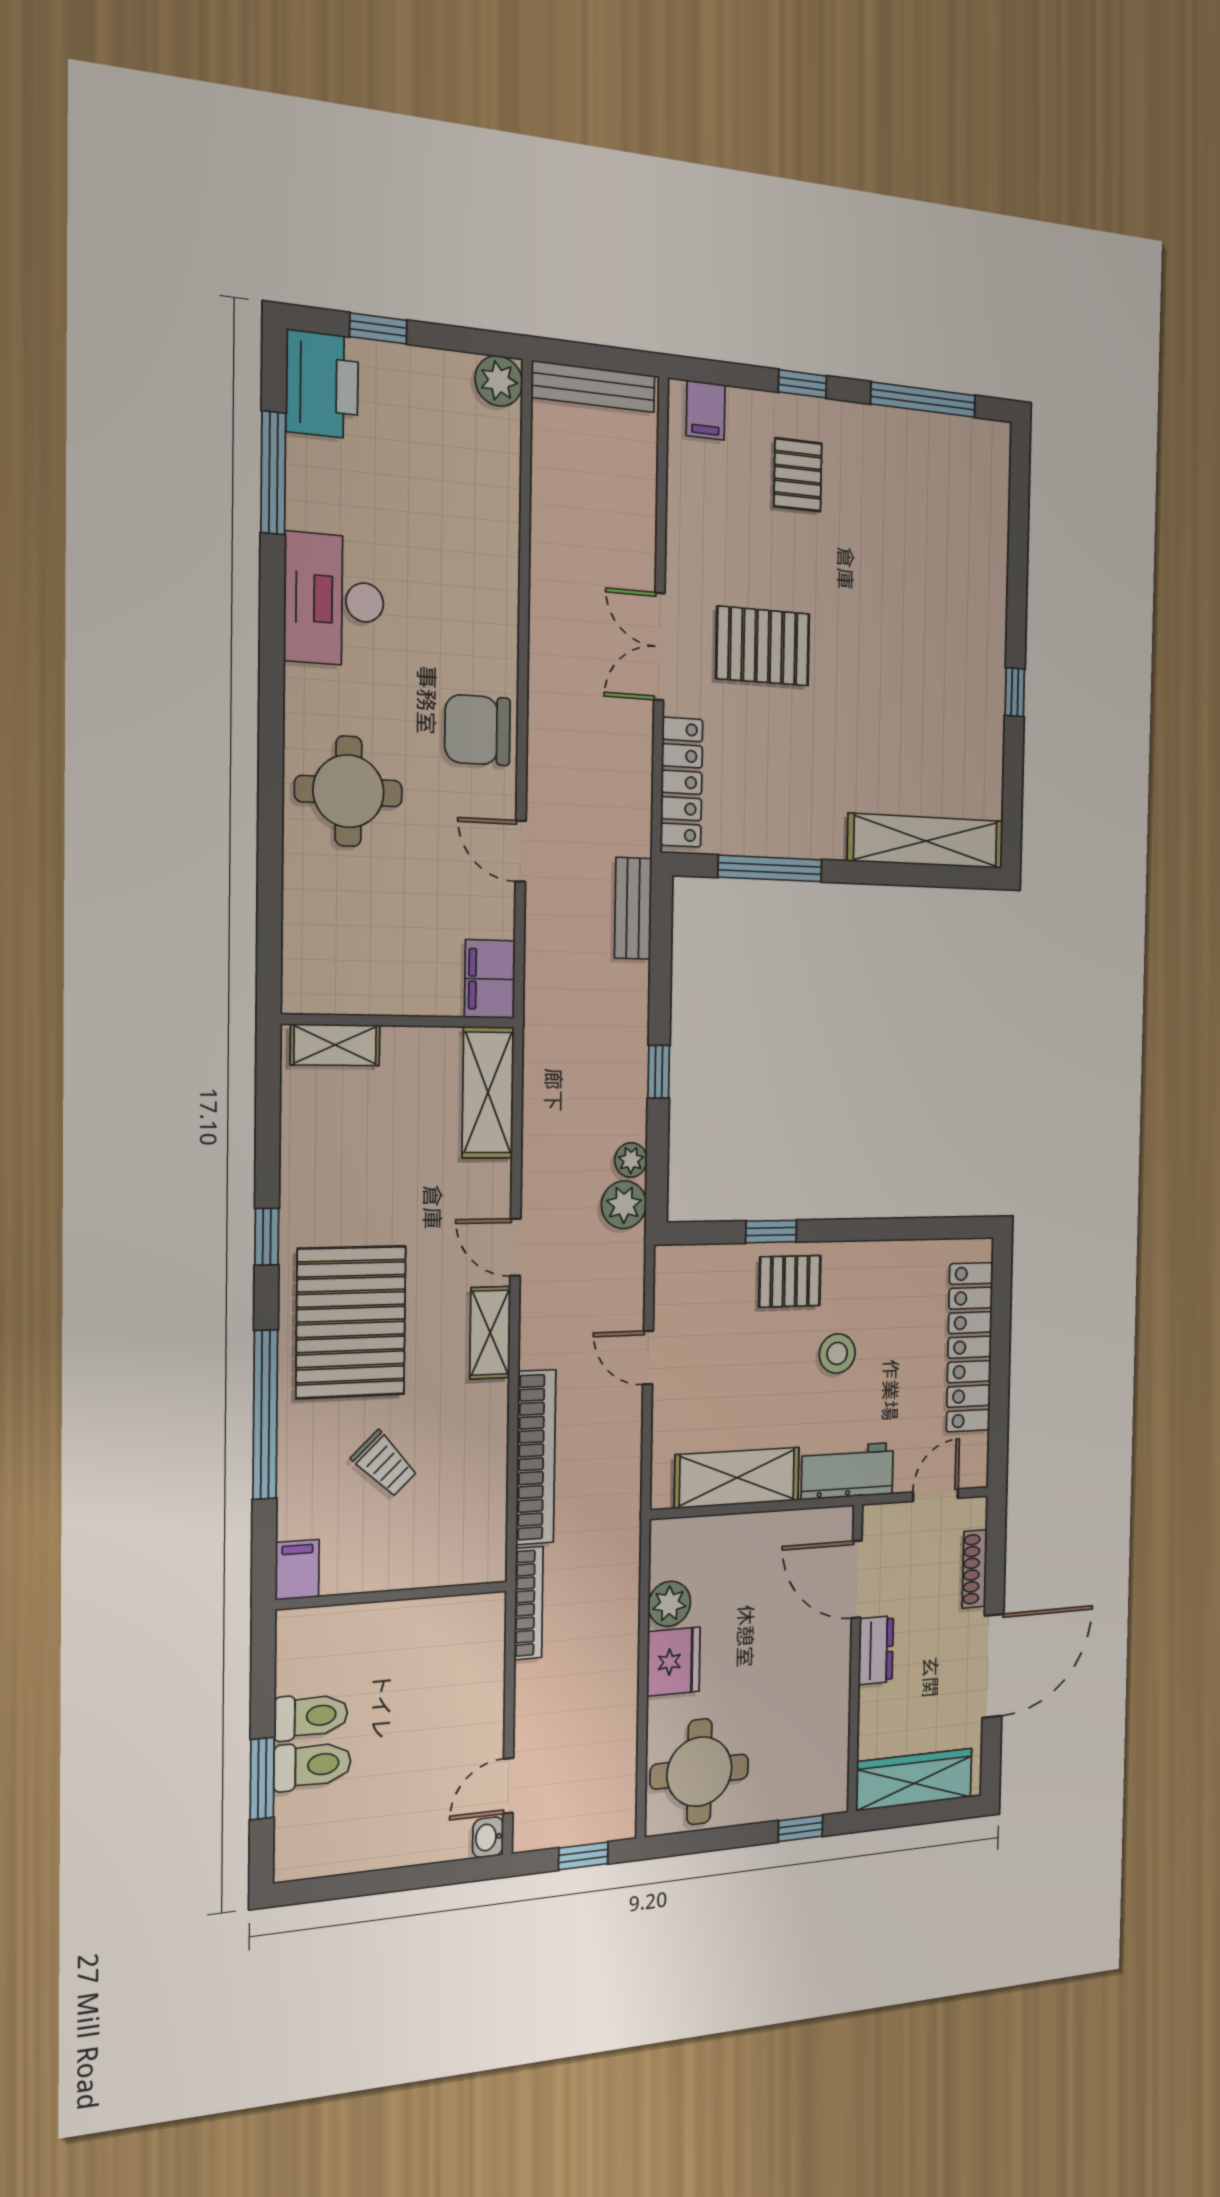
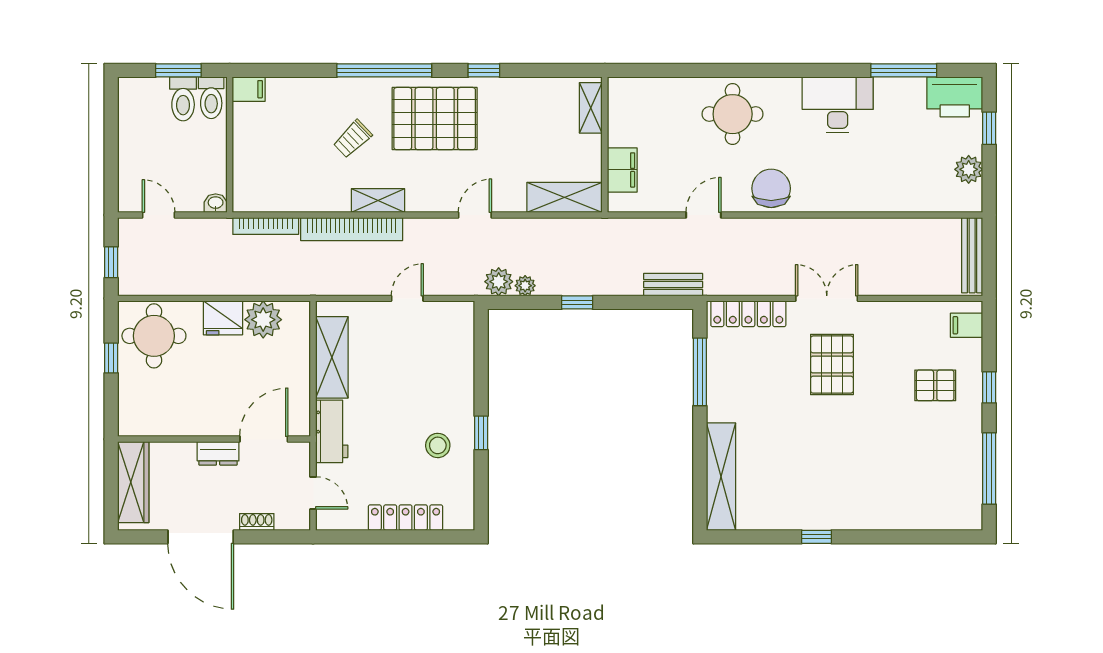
plant: (499, 381) -> (969, 169), moved
filing cabinet: (490, 979) -> (622, 170), moved, turned 90
window: (771, 1232) -> (481, 433), moved
pallet: (790, 1281) -> (450, 390), removed
shelving: (490, 1333) -> (378, 200), moved
locker: (970, 1347) -> (406, 518), width x0.71, depth x0.83
stool: (837, 1353) -> (438, 445), moved
shoe rack: (975, 1569) -> (257, 522), width x0.70
filing cabinet: (297, 1570) -> (249, 89), moved
wall: (393, 1595) -> (230, 145), moved
plant: (669, 1604) -> (263, 320), width x1.36, depth x1.36
window: (801, 1828) -> (111, 358), moved
washbasin: (488, 1837) -> (216, 203), moved

